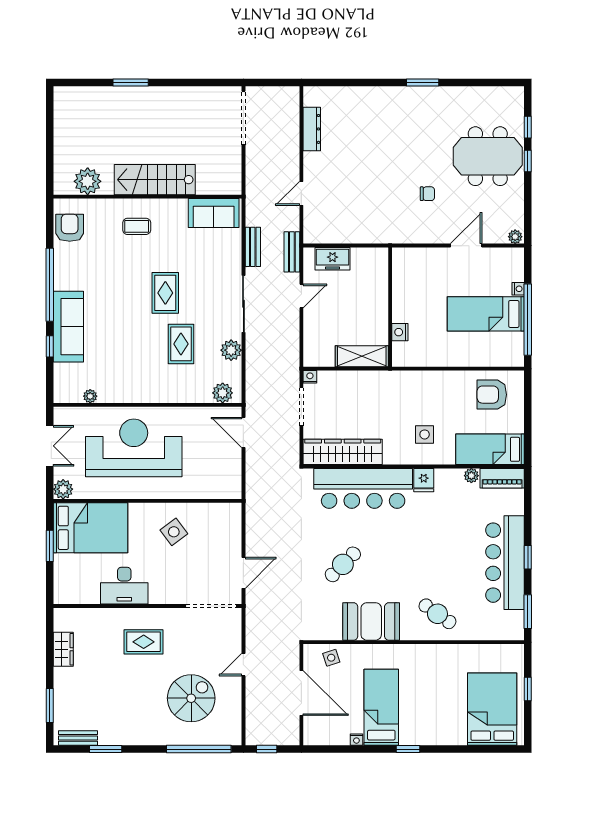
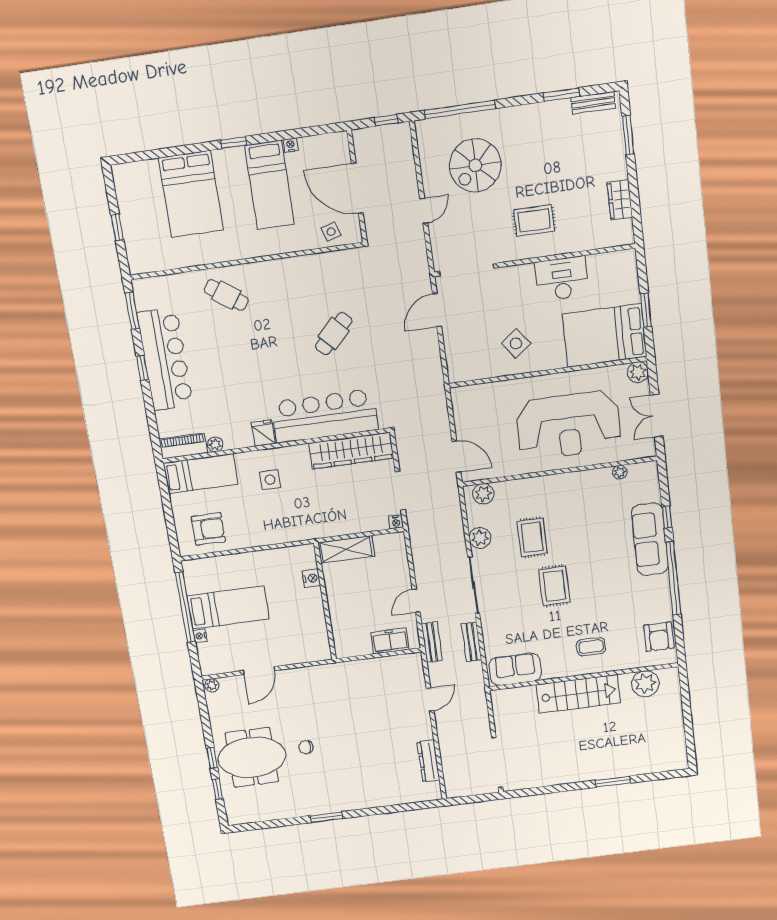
chair: (427, 194) -> (306, 747), moved
booth: (371, 621) -> (295, 277), removed
bed: (492, 709) -> (191, 194), moved

